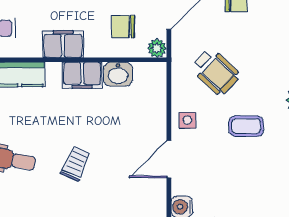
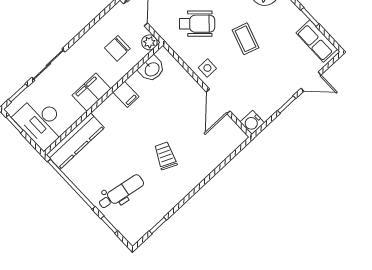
washbasin: (118, 74) -> (152, 69), moved
filing cabinet: (82, 75) -> (126, 94), width x0.50
coffee table: (246, 126) -> (246, 39), turned -72

